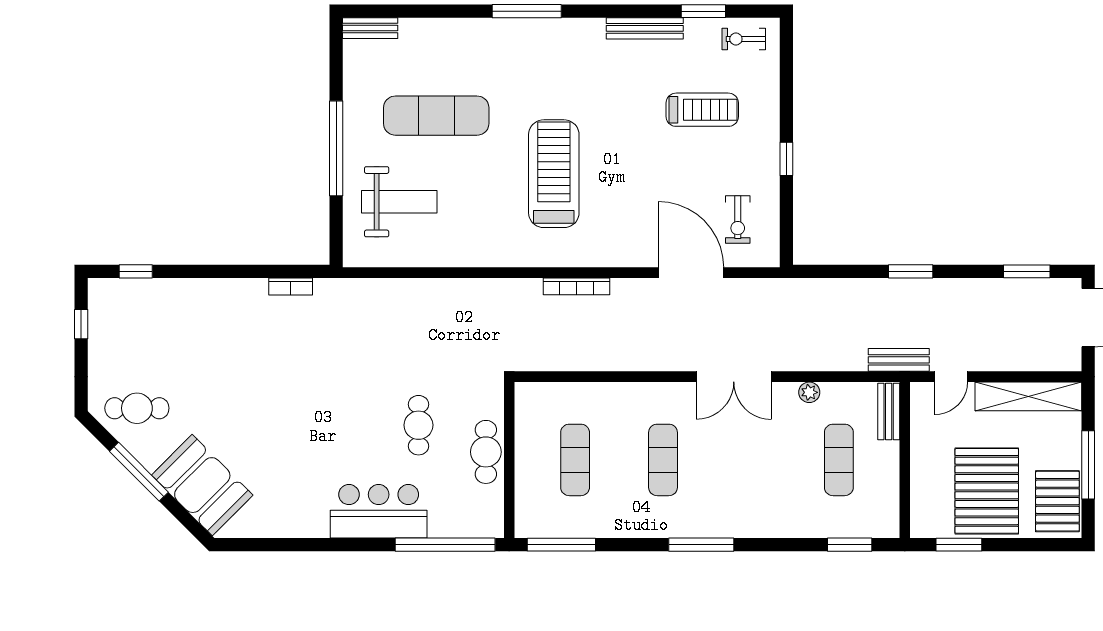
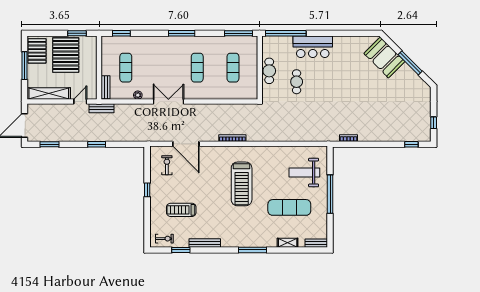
shelving: (441, 29) -> (288, 243), added
cafe table: (137, 408) -> (411, 89), removed

